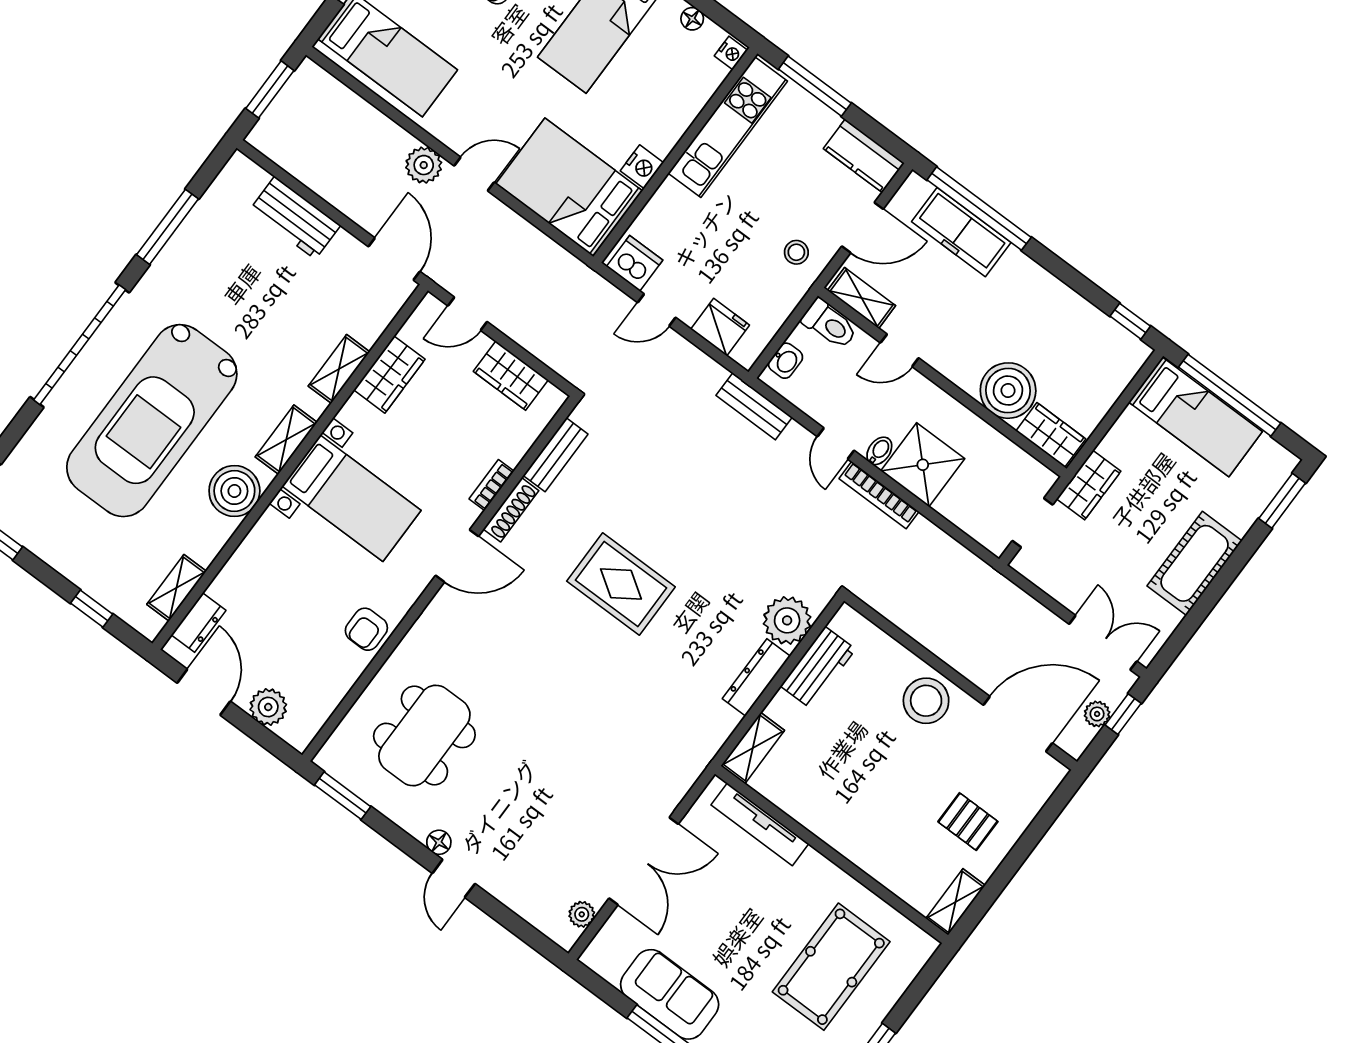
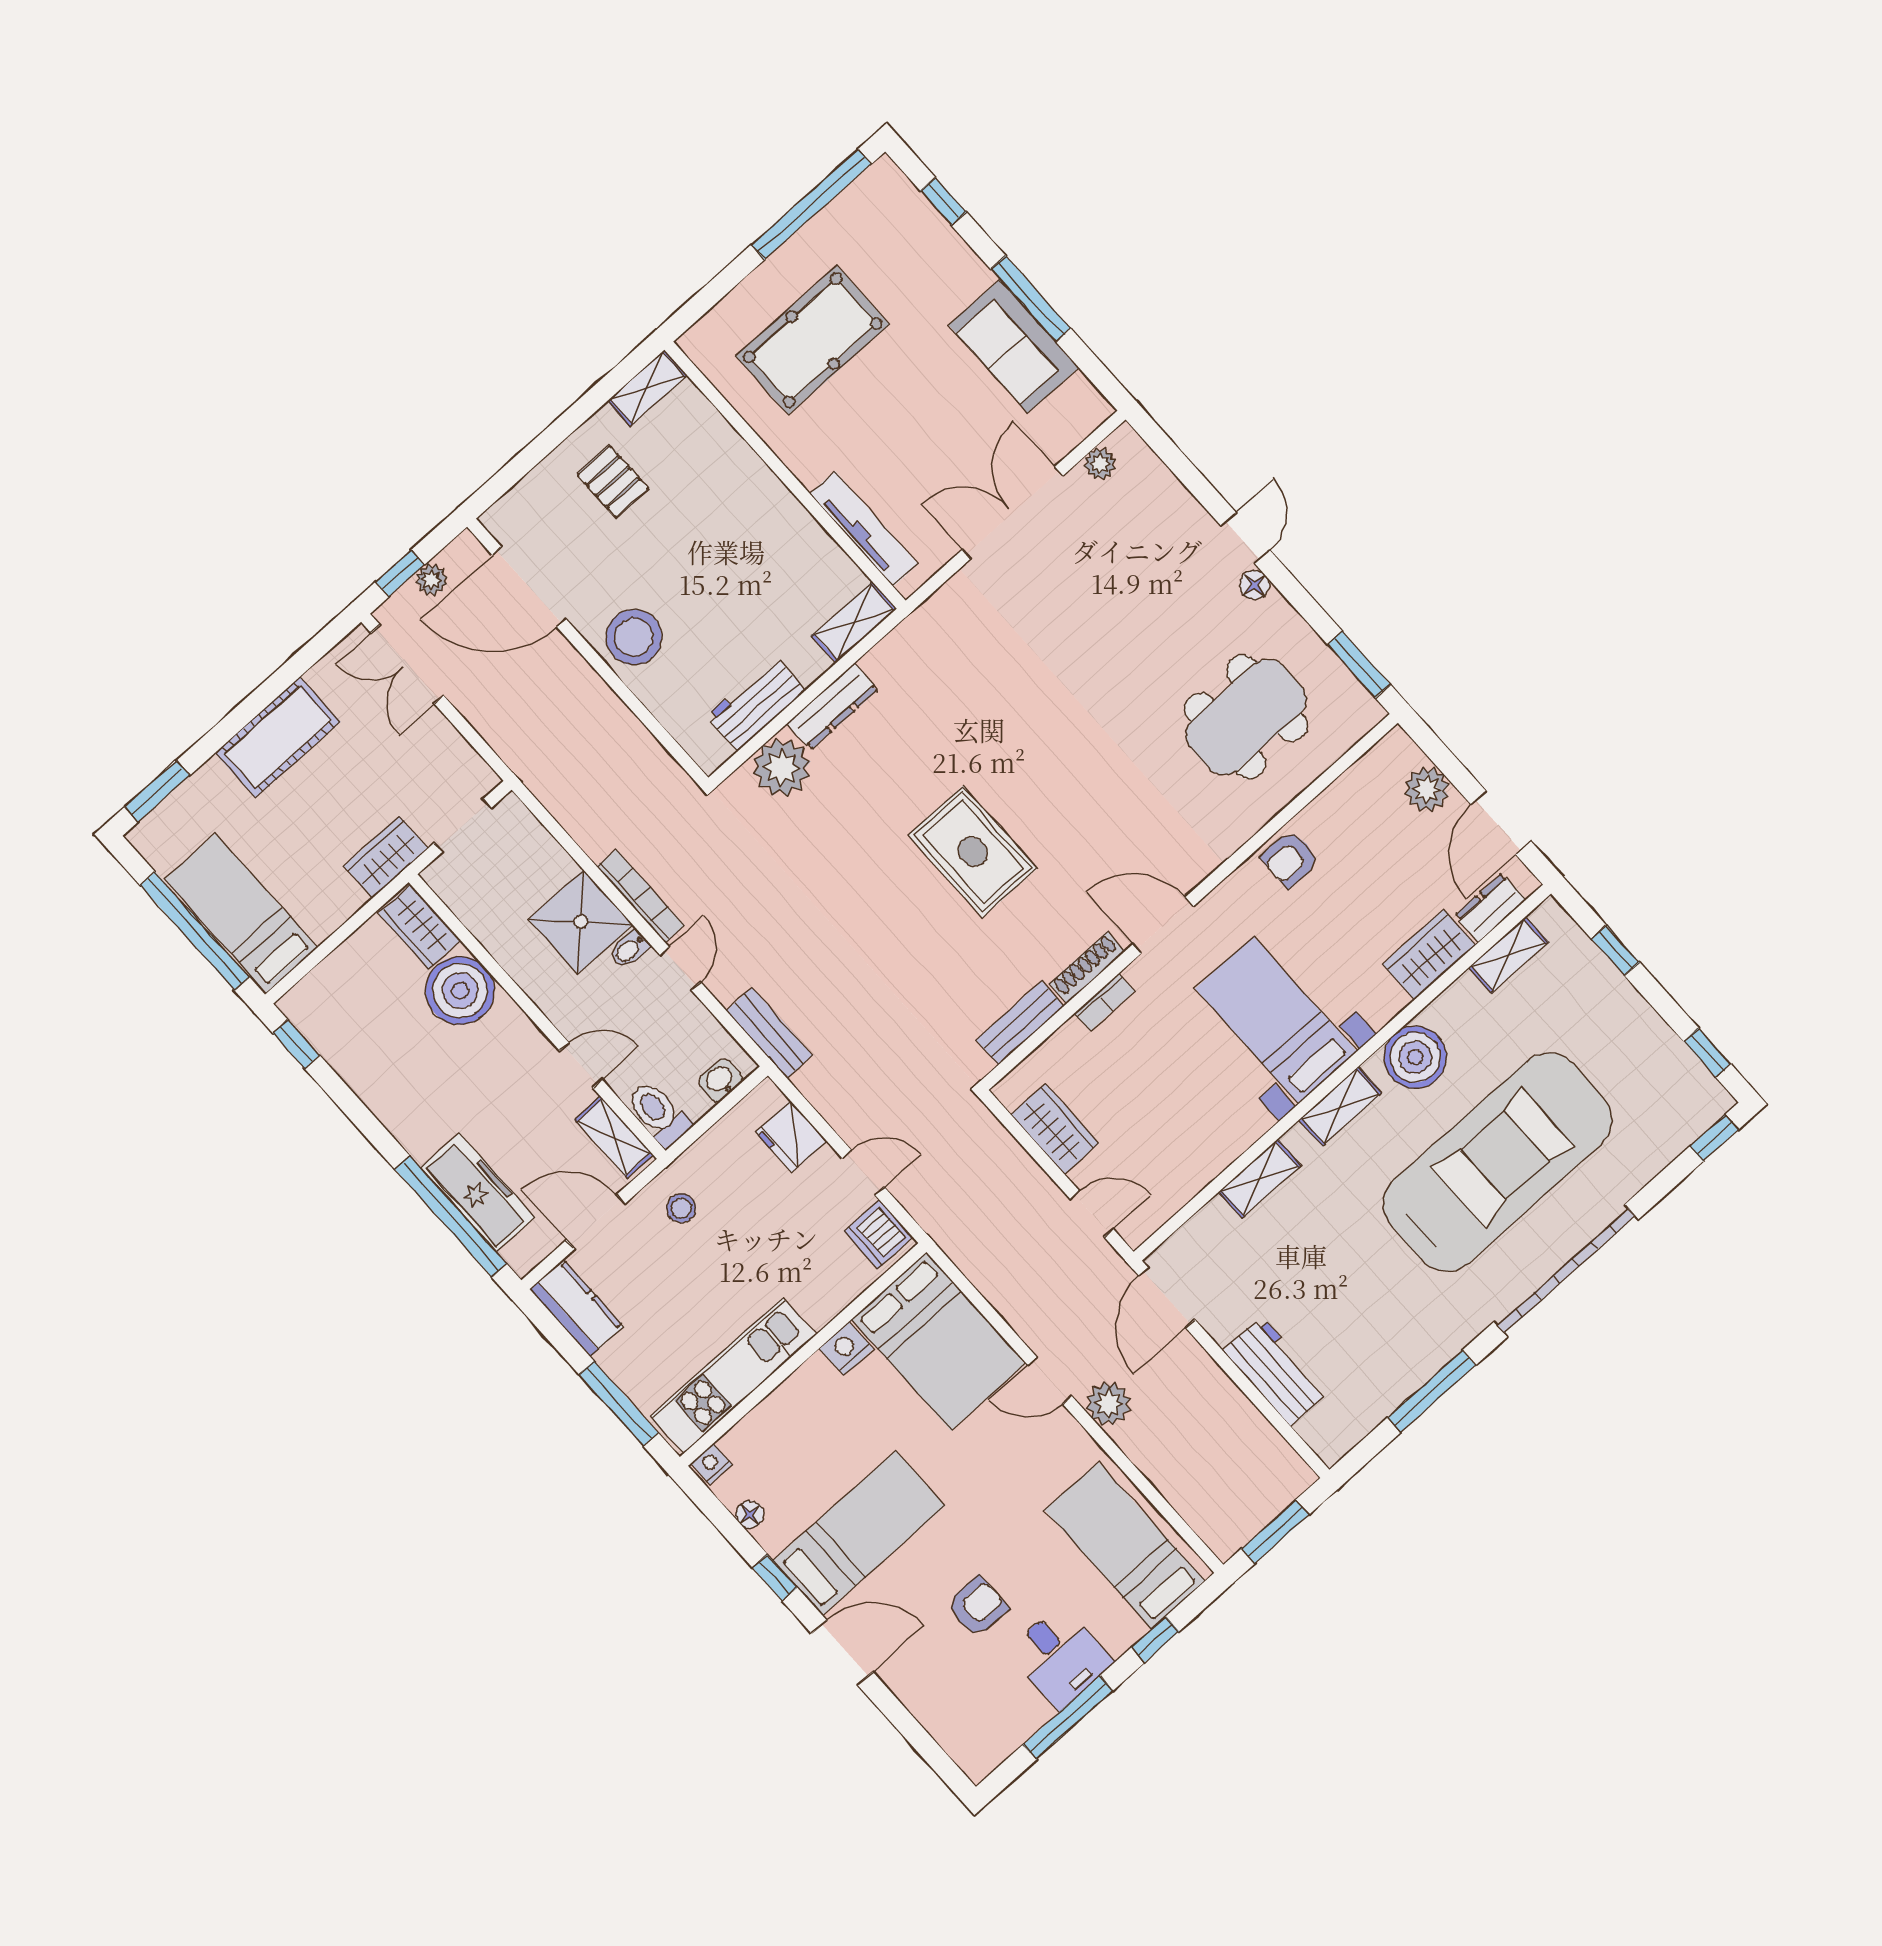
wardrobe: (389, 375) -> (1429, 955), moved
armchair: (366, 629) -> (1290, 859), turned 180

